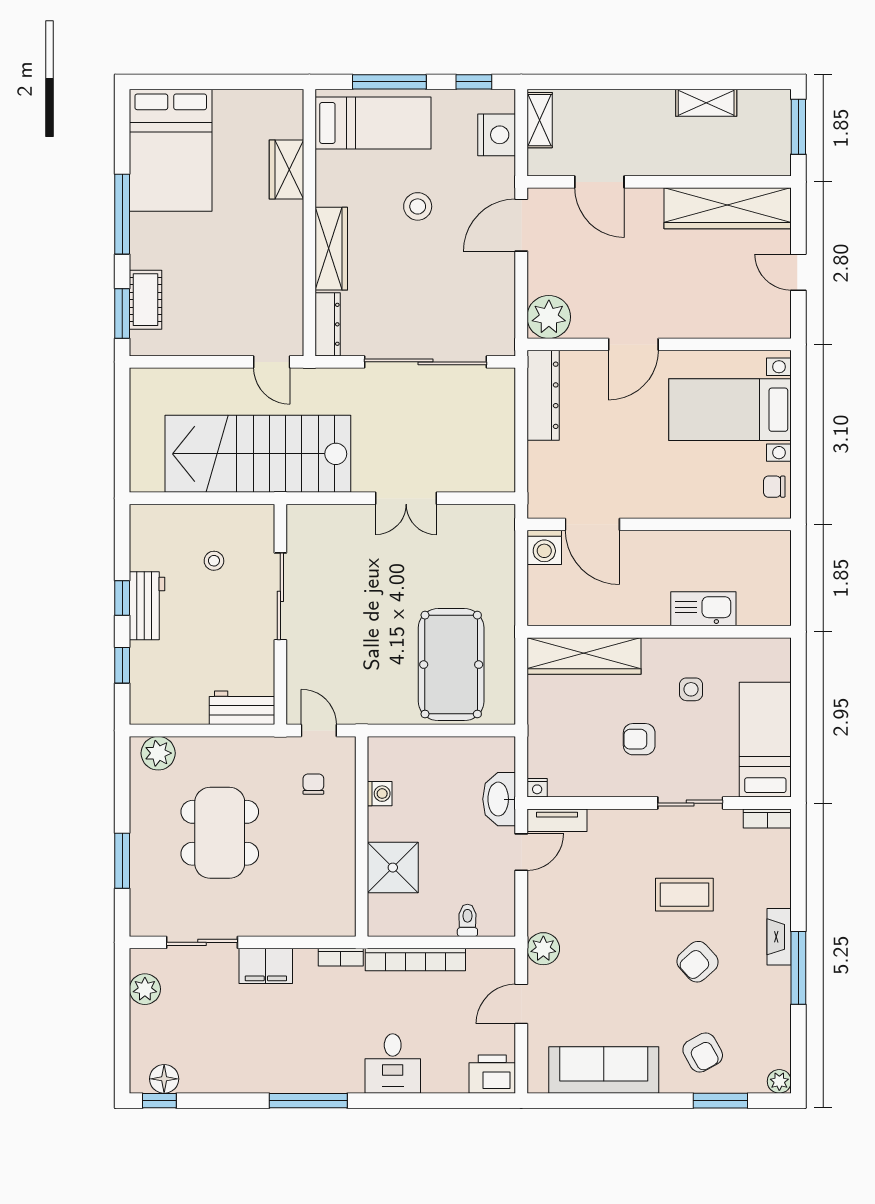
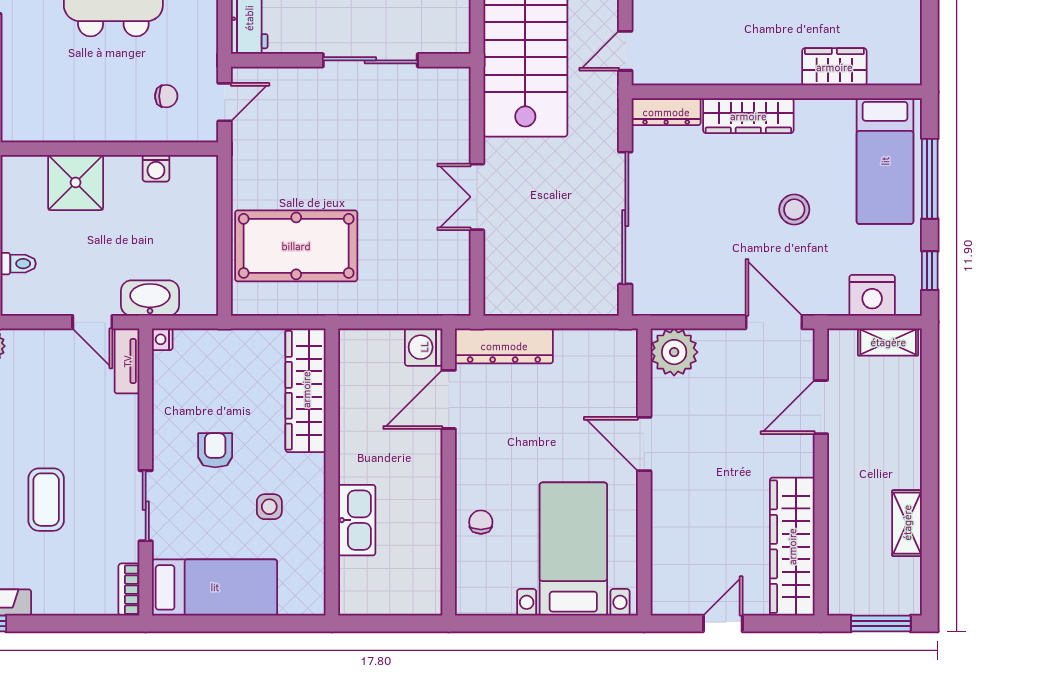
dresser: (543, 395) -> (504, 346), moved
chair: (774, 487) -> (481, 522), moved

